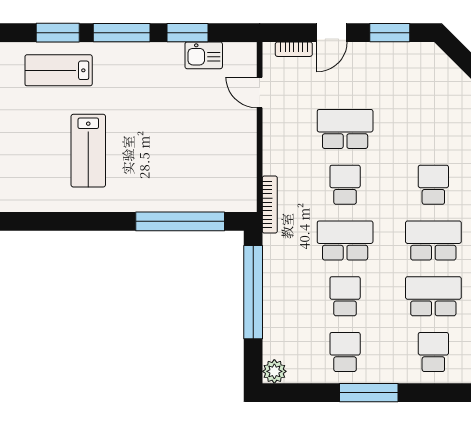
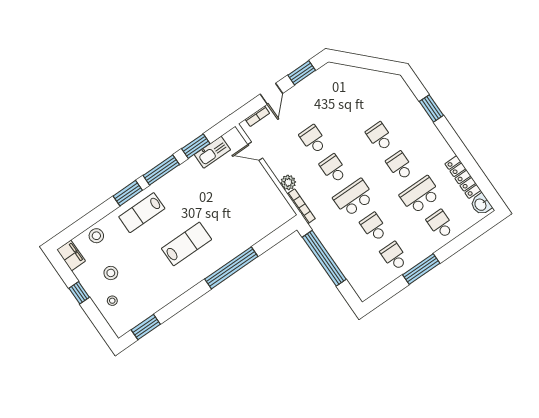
kitchen sink: (204, 55) -> (212, 152), width x1.38
school desk: (345, 129) -> (313, 139), width x0.54
lab bench: (88, 151) -> (187, 244), turned -90
window: (180, 221) -> (231, 268), moved
school desk: (433, 240) -> (400, 166), width x0.54
plant: (274, 371) -> (288, 182), moved

